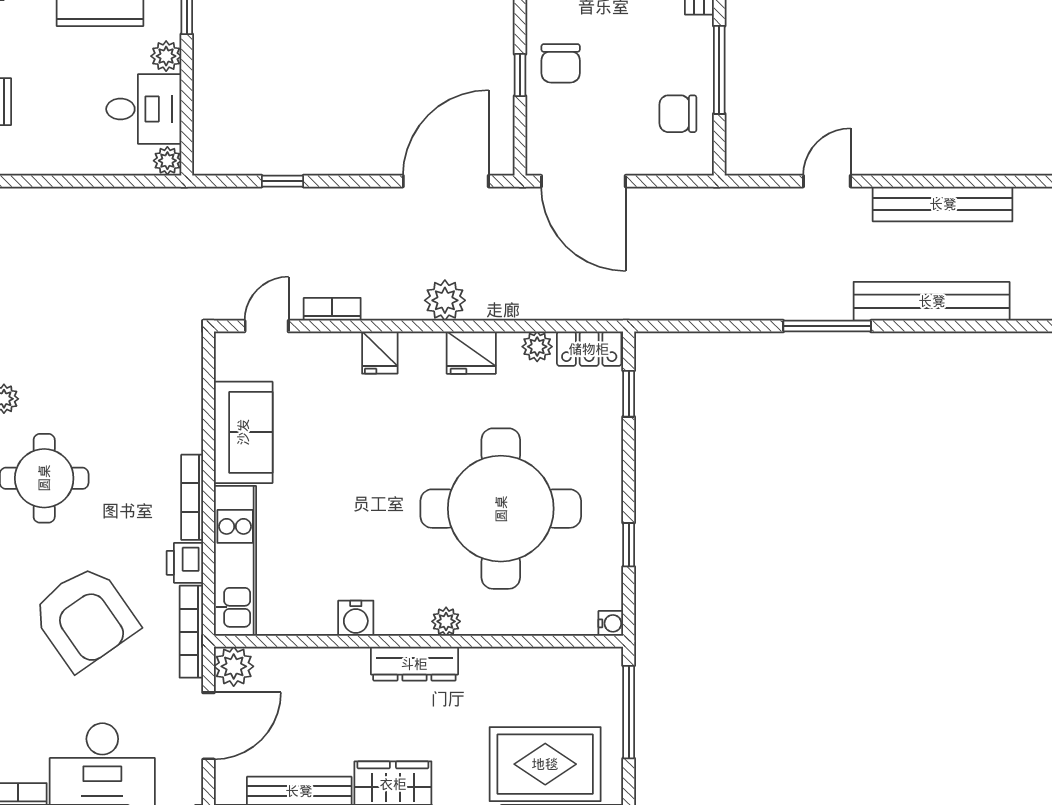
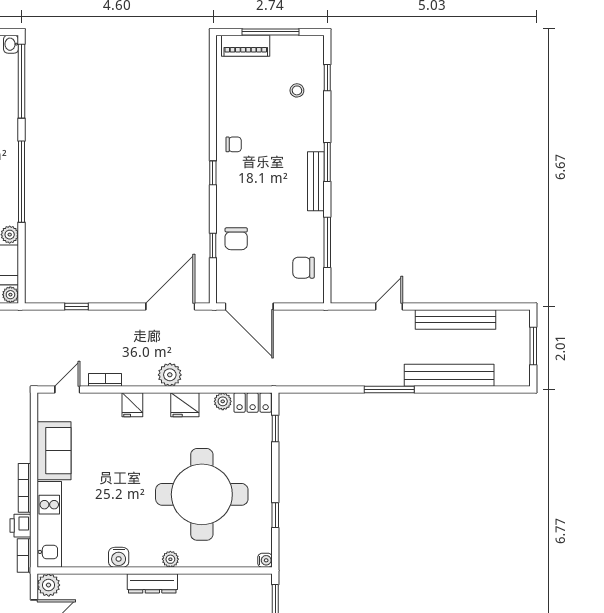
bookcase: (191, 632) -> (24, 556), width x0.64

